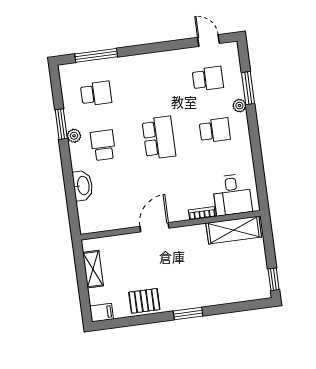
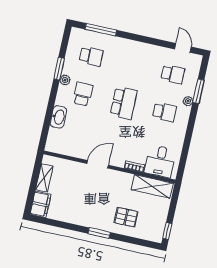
pallet: (144, 301) -> (126, 217), moved
filing cabinet: (102, 313) -> (40, 204), width x2.00

